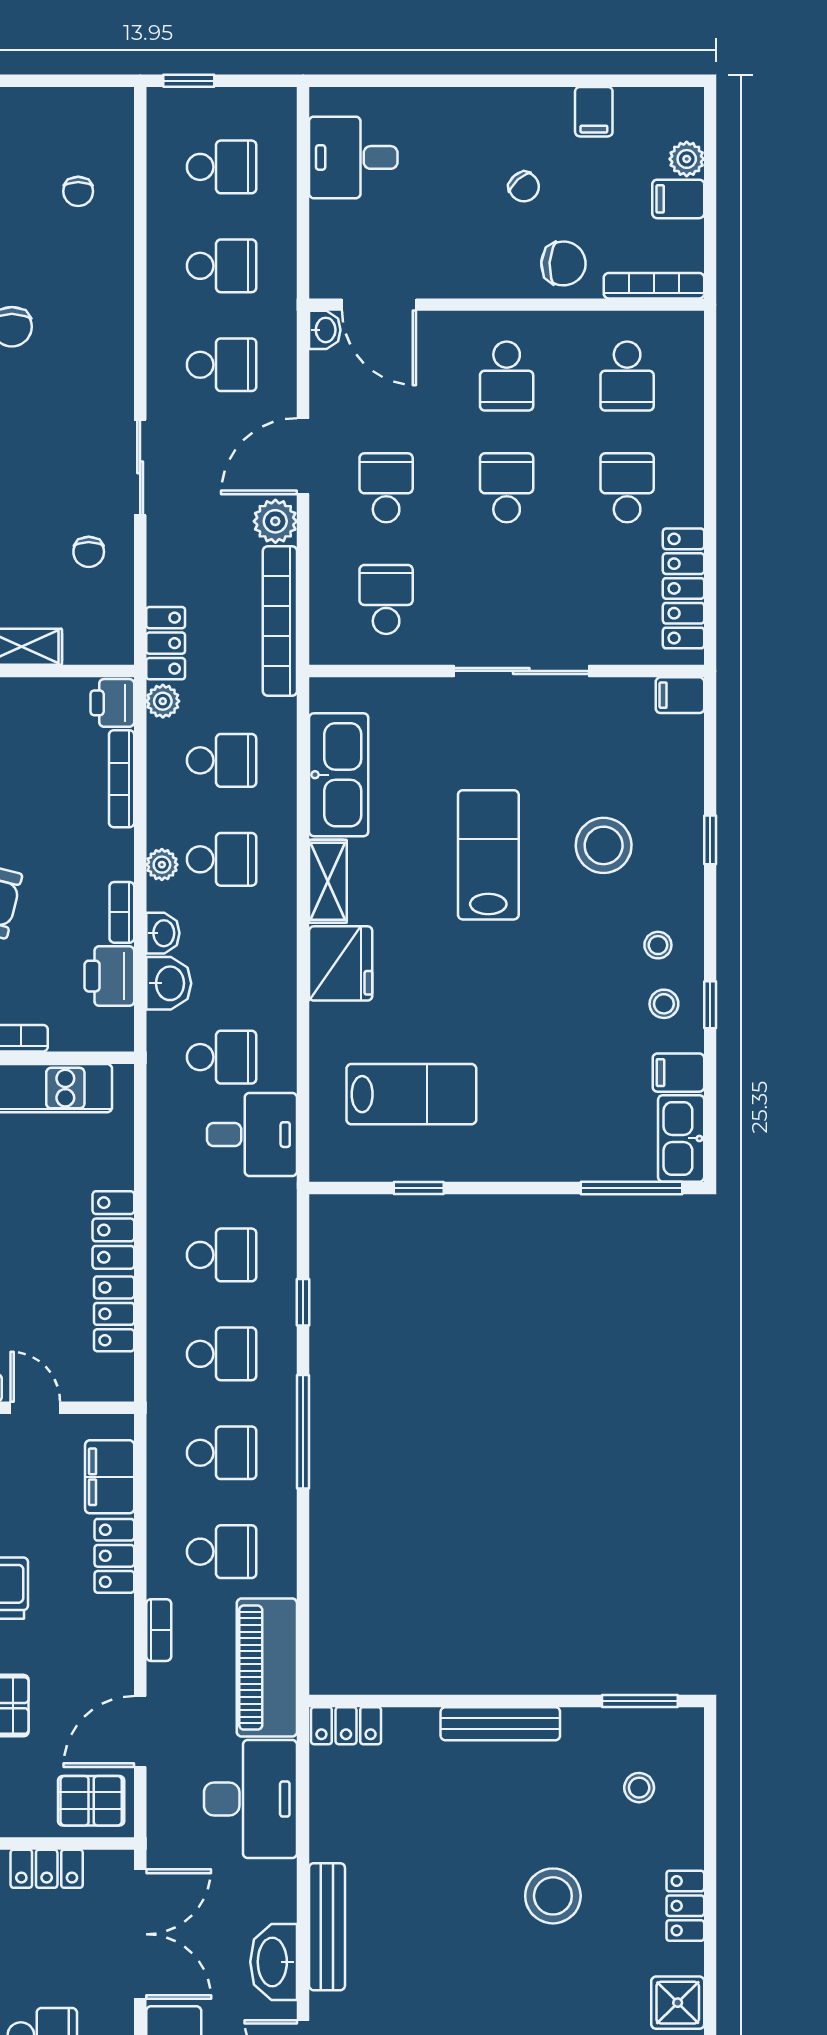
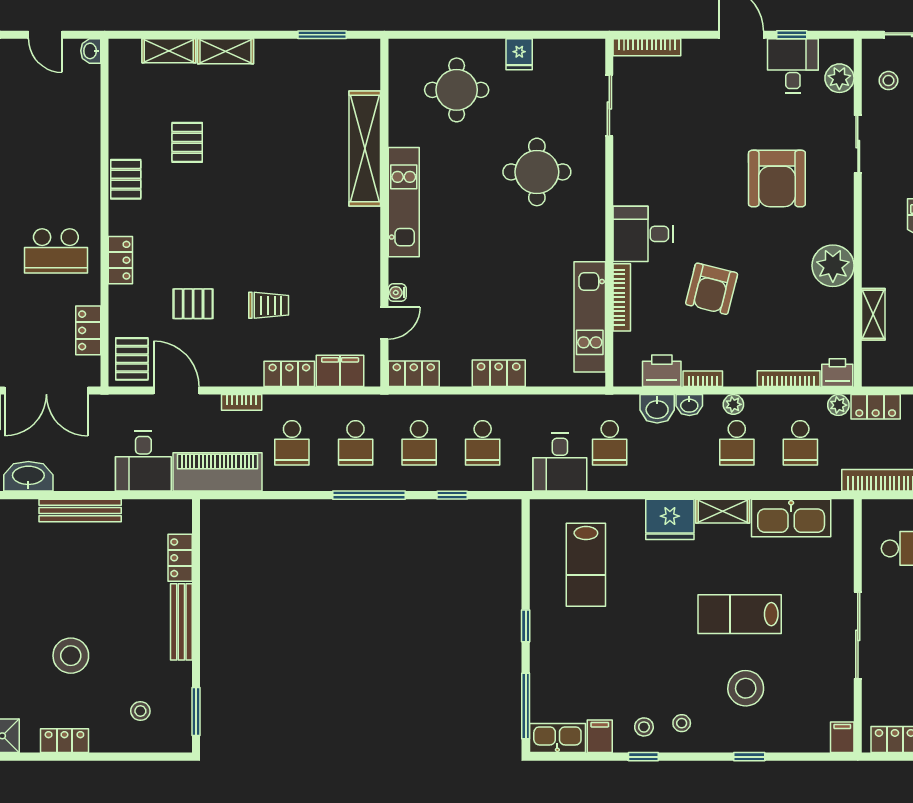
lab bench: (488, 855) -> (740, 614), turned 180
window: (419, 1188) -> (526, 626), moved
locker: (114, 1314) -> (414, 374), moved
locker: (346, 1726) -> (180, 558), moved
desk: (250, 1799) -> (143, 461), width x0.73
bench: (327, 1927) -> (80, 510), moved

